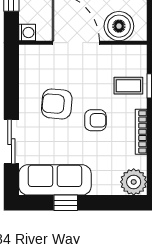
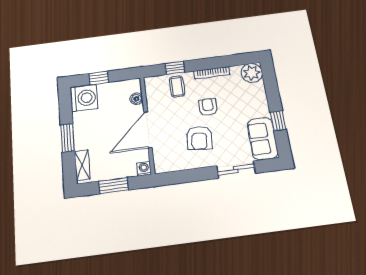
boiler: (119, 26) -> (136, 99), width x0.54, depth x0.54
sofa: (55, 180) -> (263, 139), width x0.73

